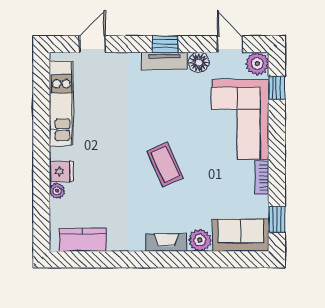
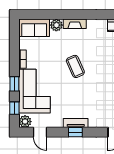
floor lamp: (199, 62) -> (57, 122), removed
window: (277, 219) -> (14, 84), moved

